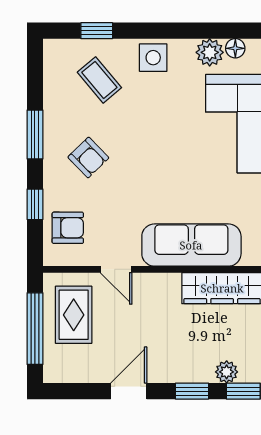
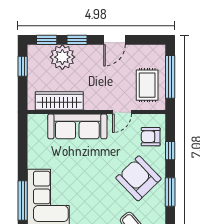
armchair: (88, 157) -> (138, 178), width x1.88, depth x1.88
door: (116, 269) -> (122, 112), swing flipped
plant: (227, 372) -> (62, 57), width x1.88, depth x1.88

